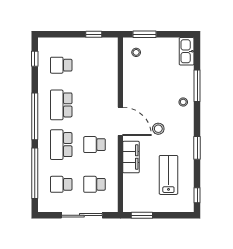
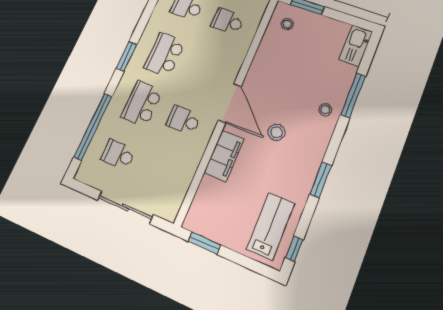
window: (35, 116) -> (127, 56), width x0.47
lab bench: (168, 175) -> (271, 226), moved
school desk: (94, 184) -> (227, 21), moved

